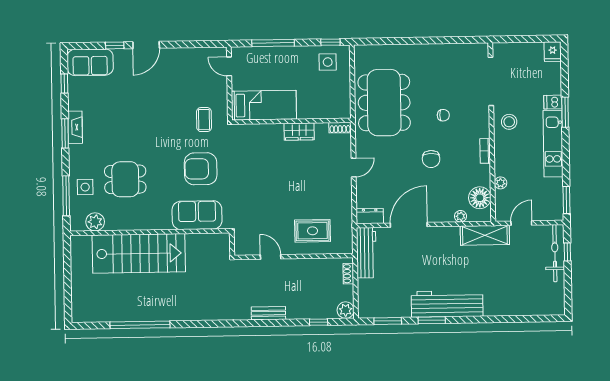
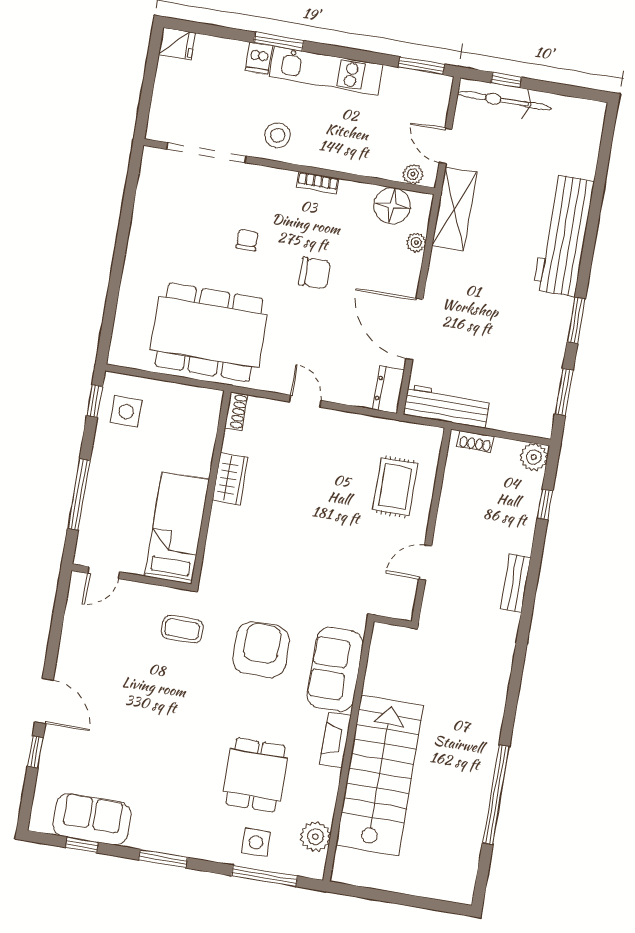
sofa: (90, 62) -> (92, 819), moved, turned -90
fireplace: (75, 127) -> (336, 740), moved, turned -90
armchair: (201, 169) -> (261, 650), turned 180
plant: (501, 183) -> (413, 174), moved
workbench: (447, 304) -> (564, 235), moved

